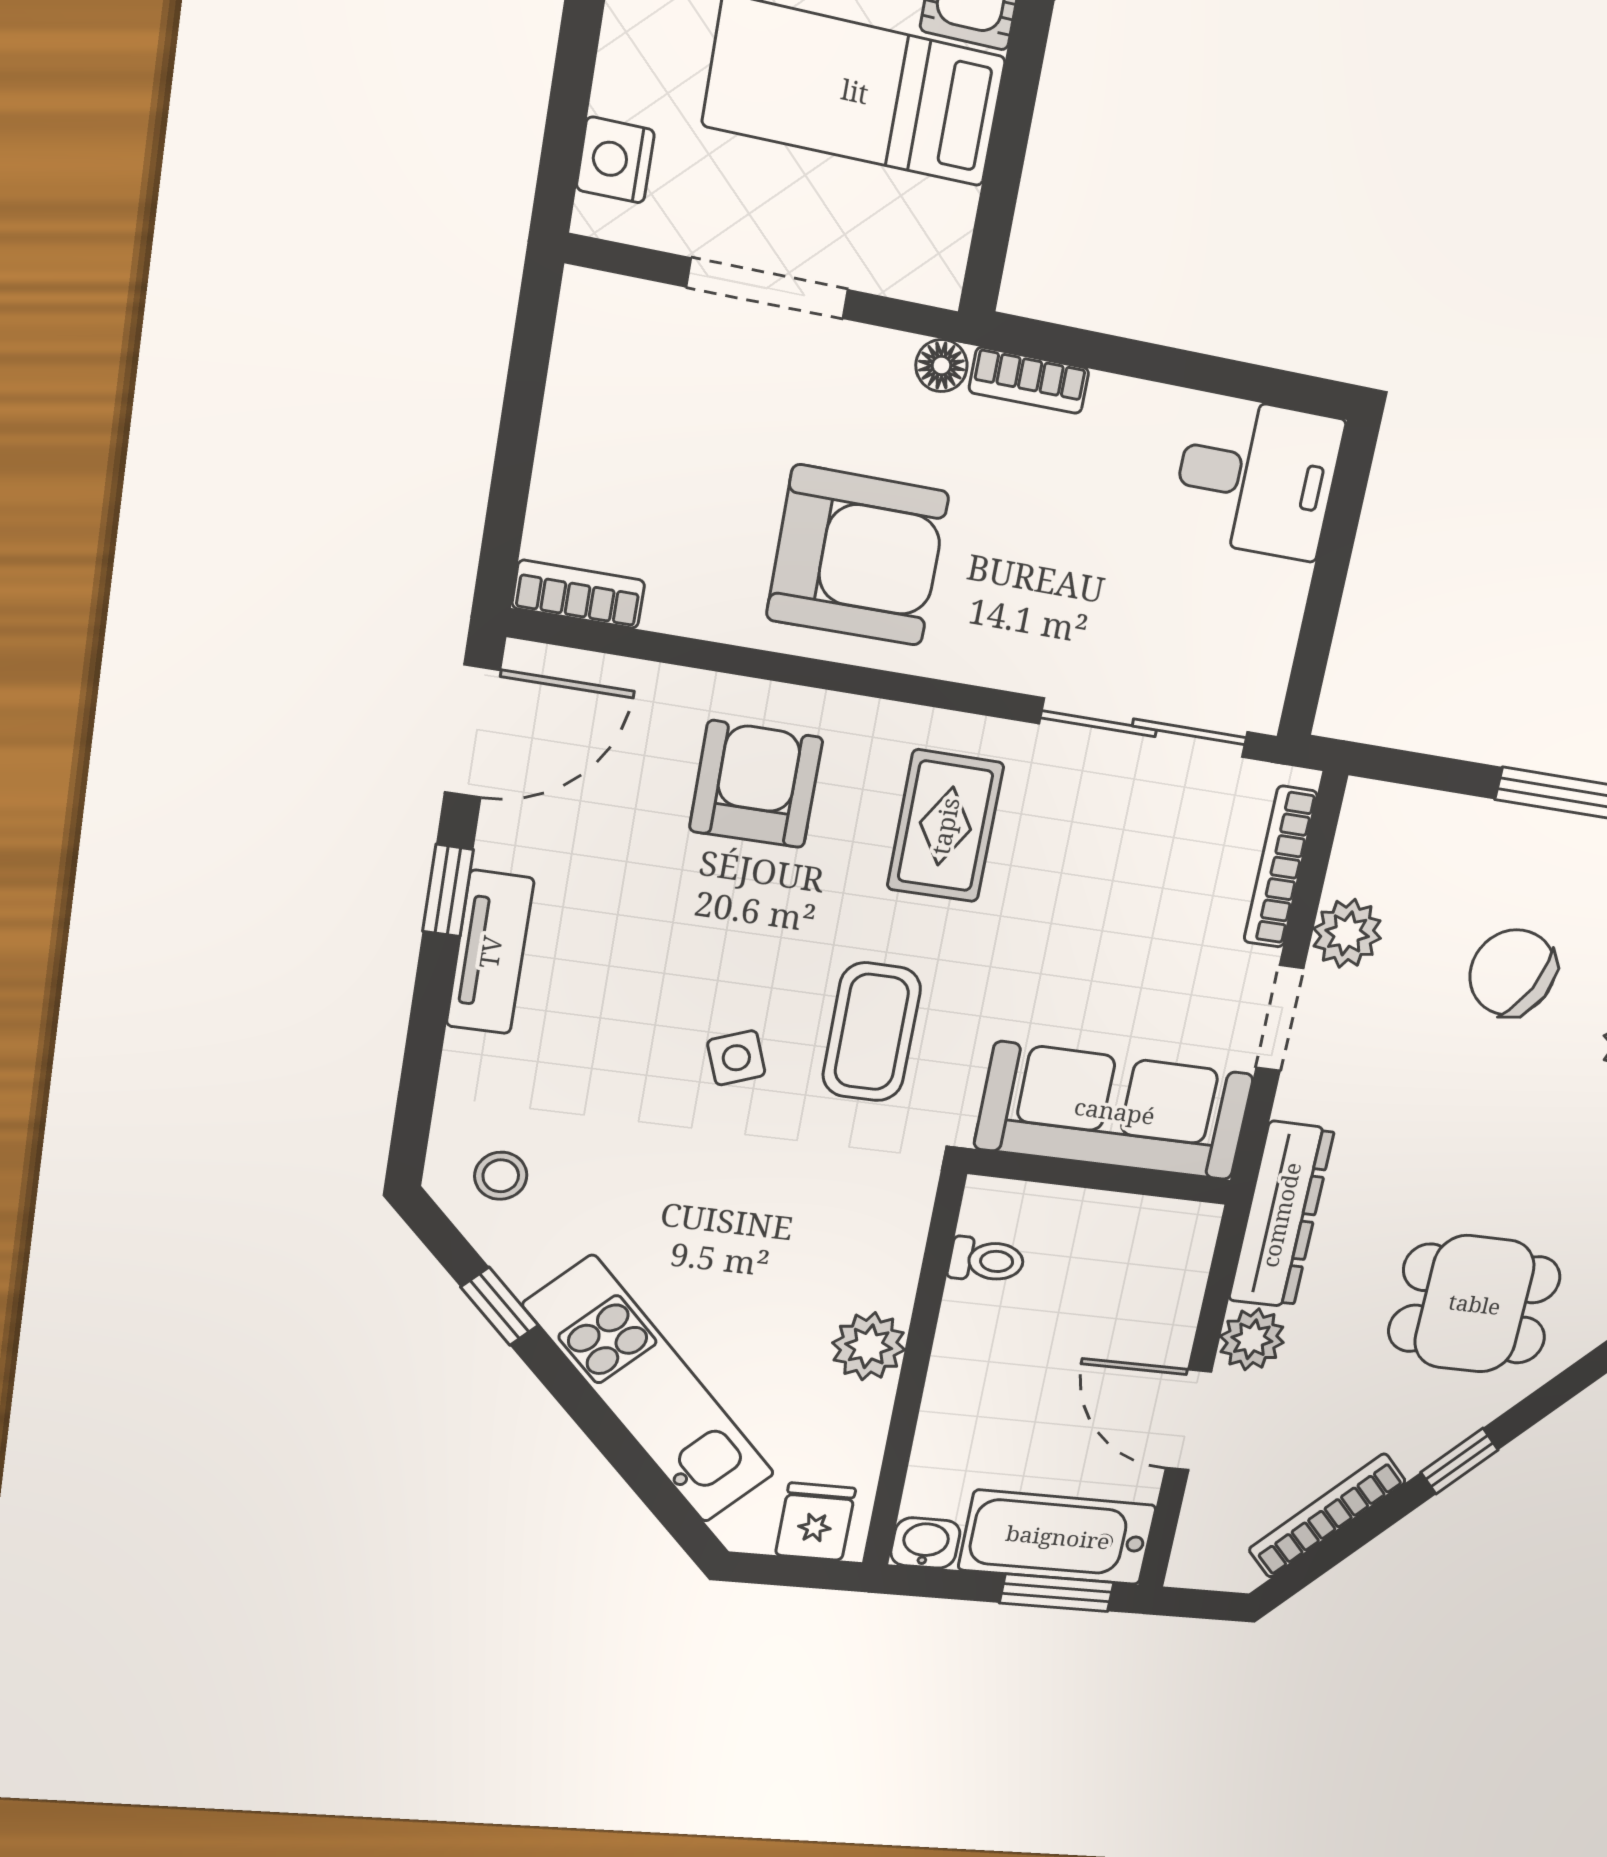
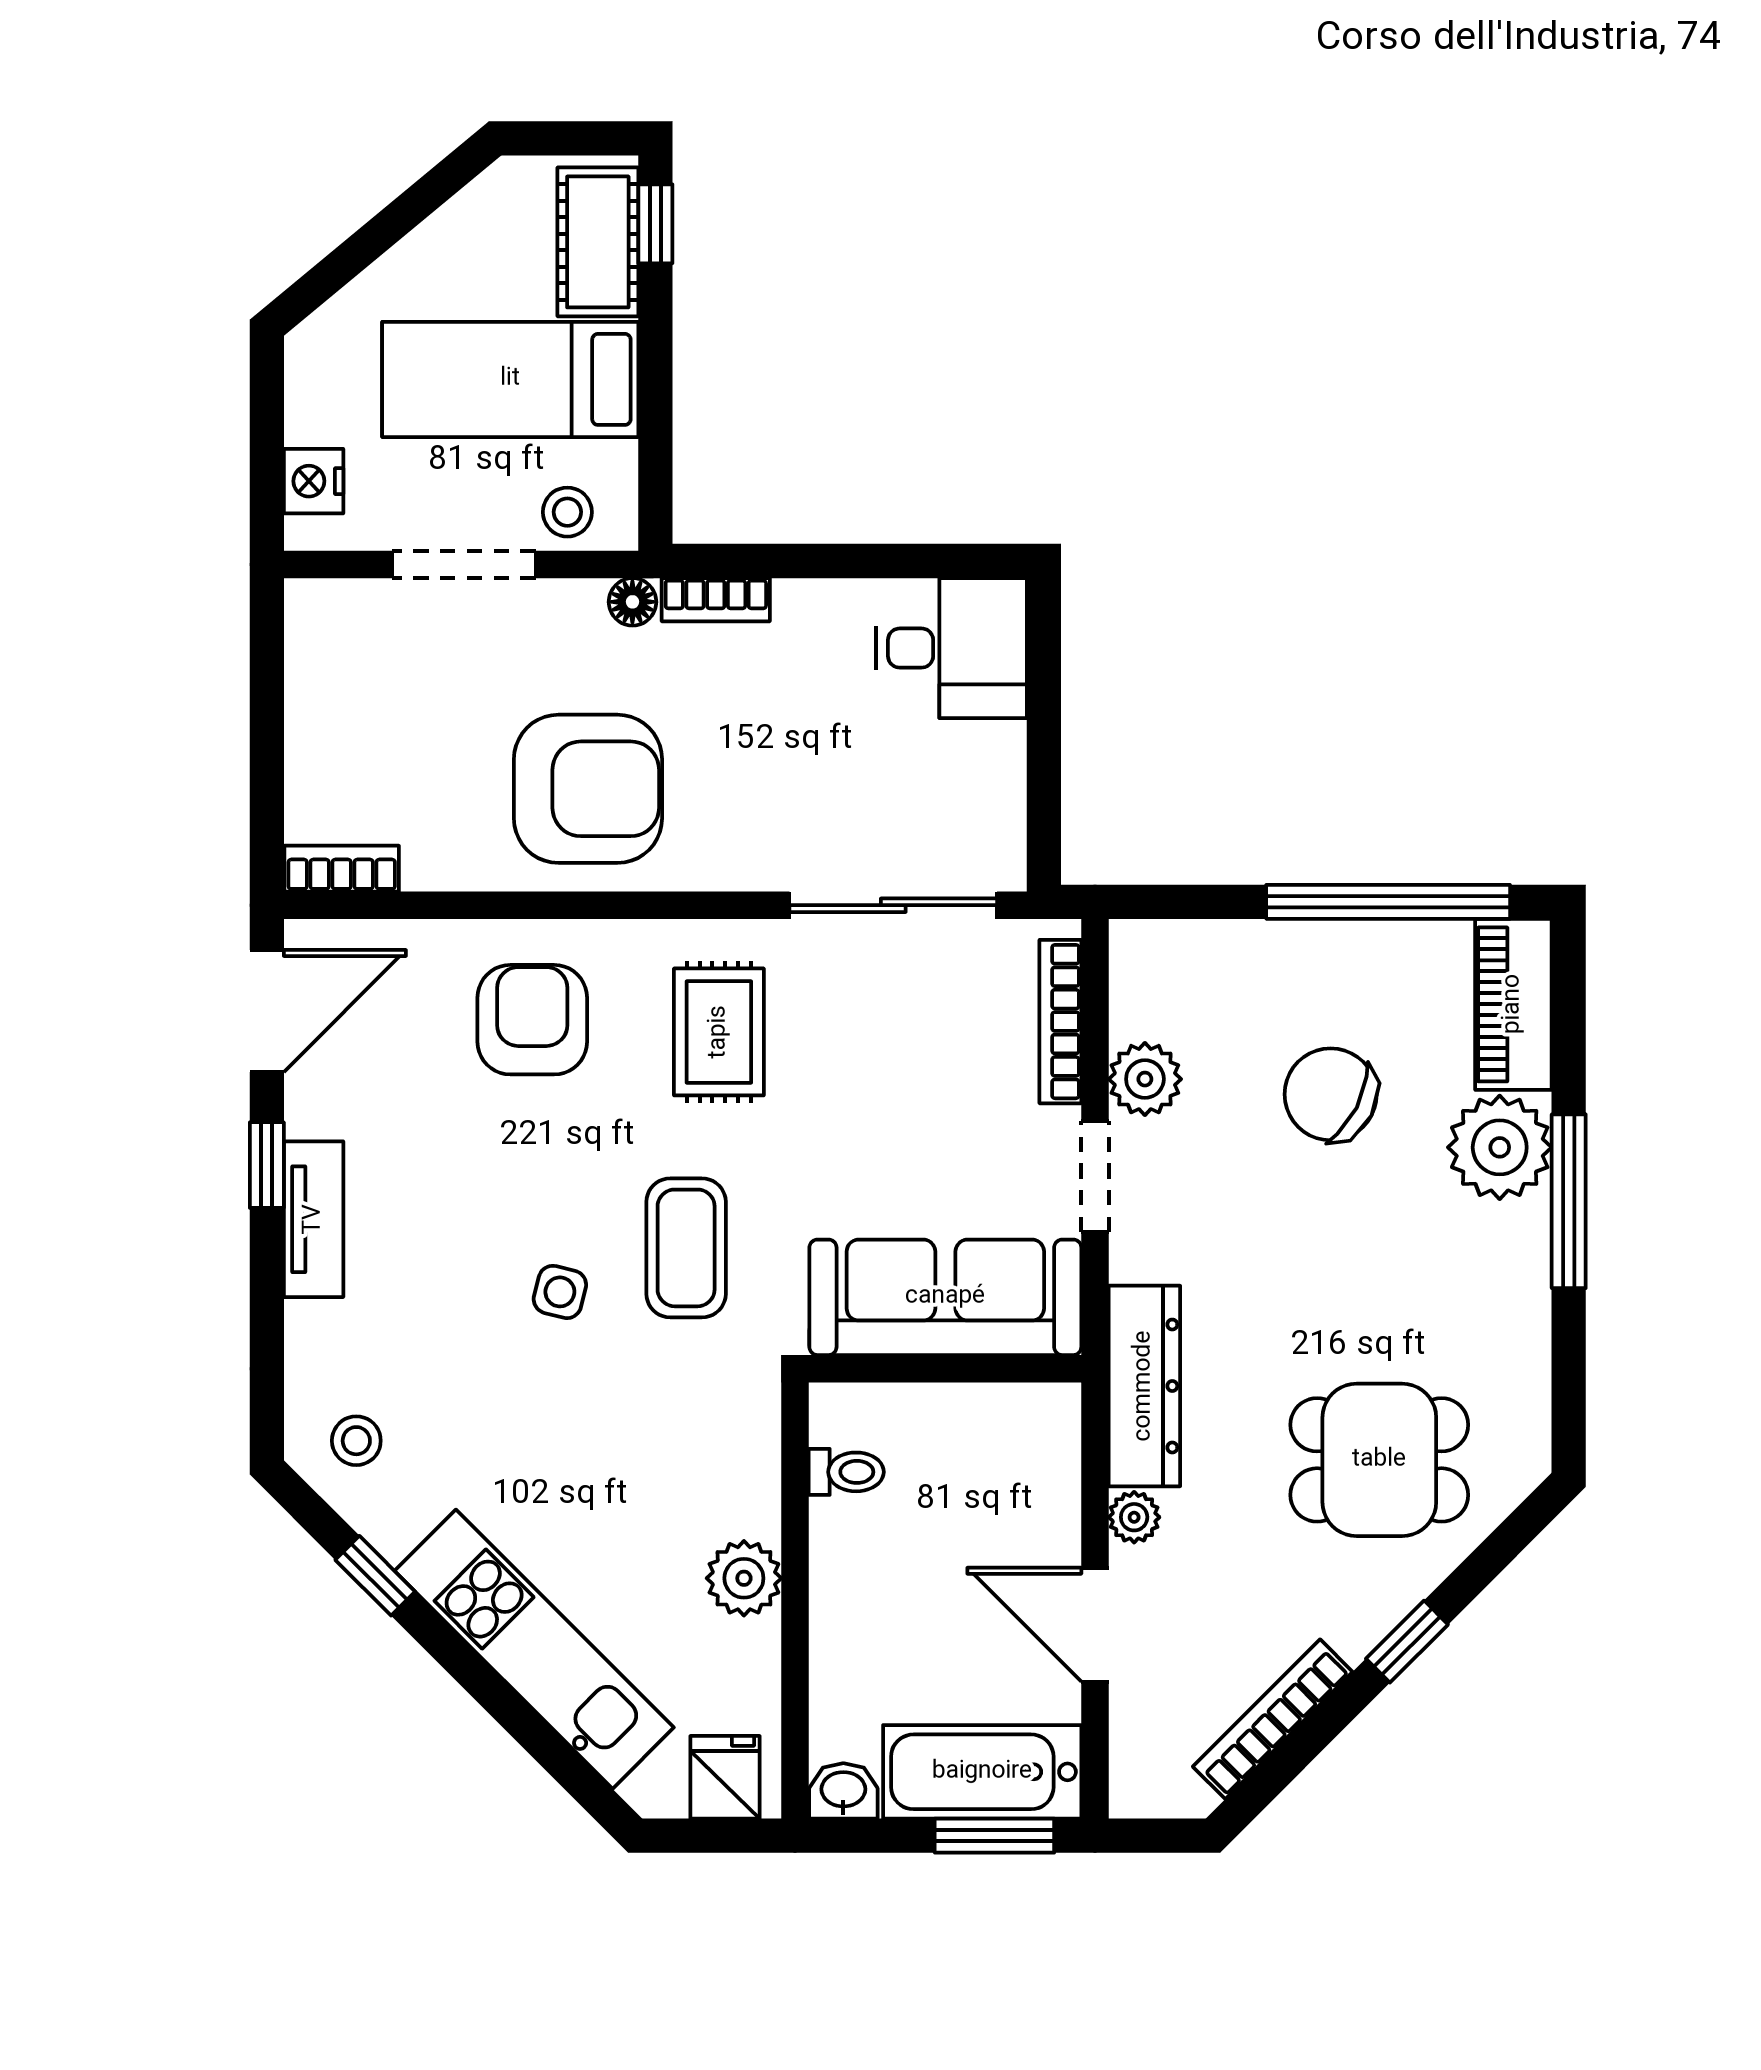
stool: (890, 253) -> (567, 512), added
side table: (736, 1058) -> (560, 1292), turned 35
plant: (1252, 1339) -> (1134, 1517), width x0.73, depth x0.73

